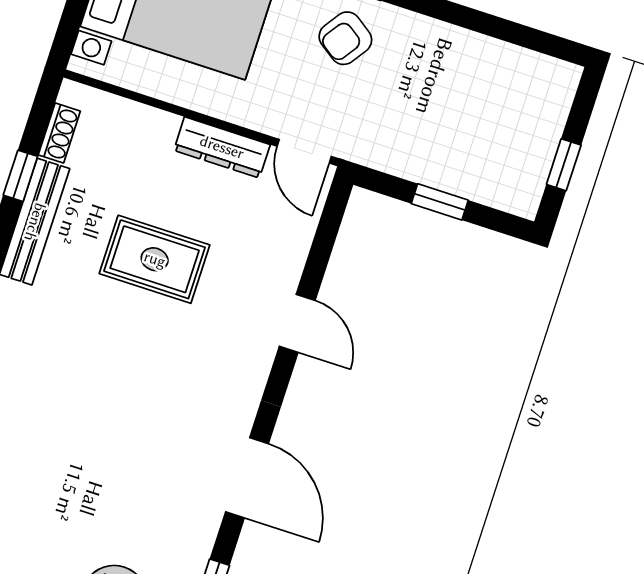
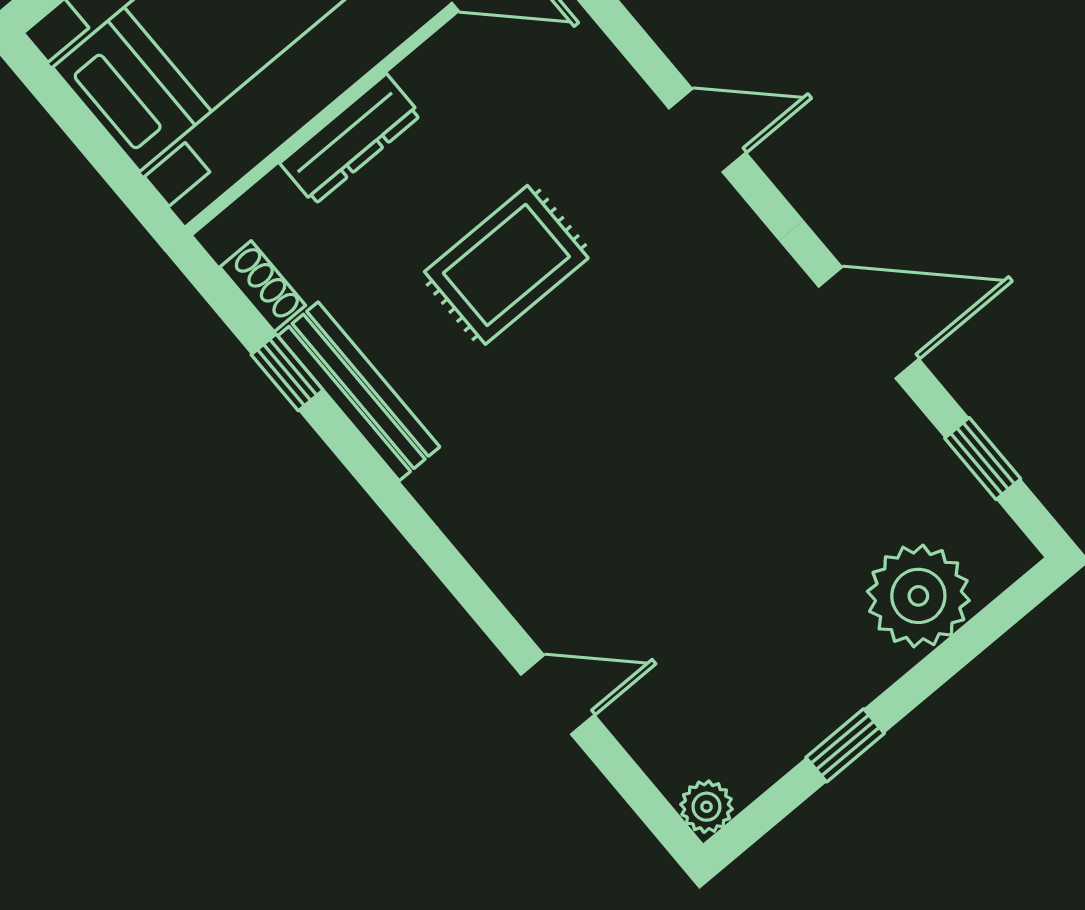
dresser: (222, 147) -> (350, 139), moved

